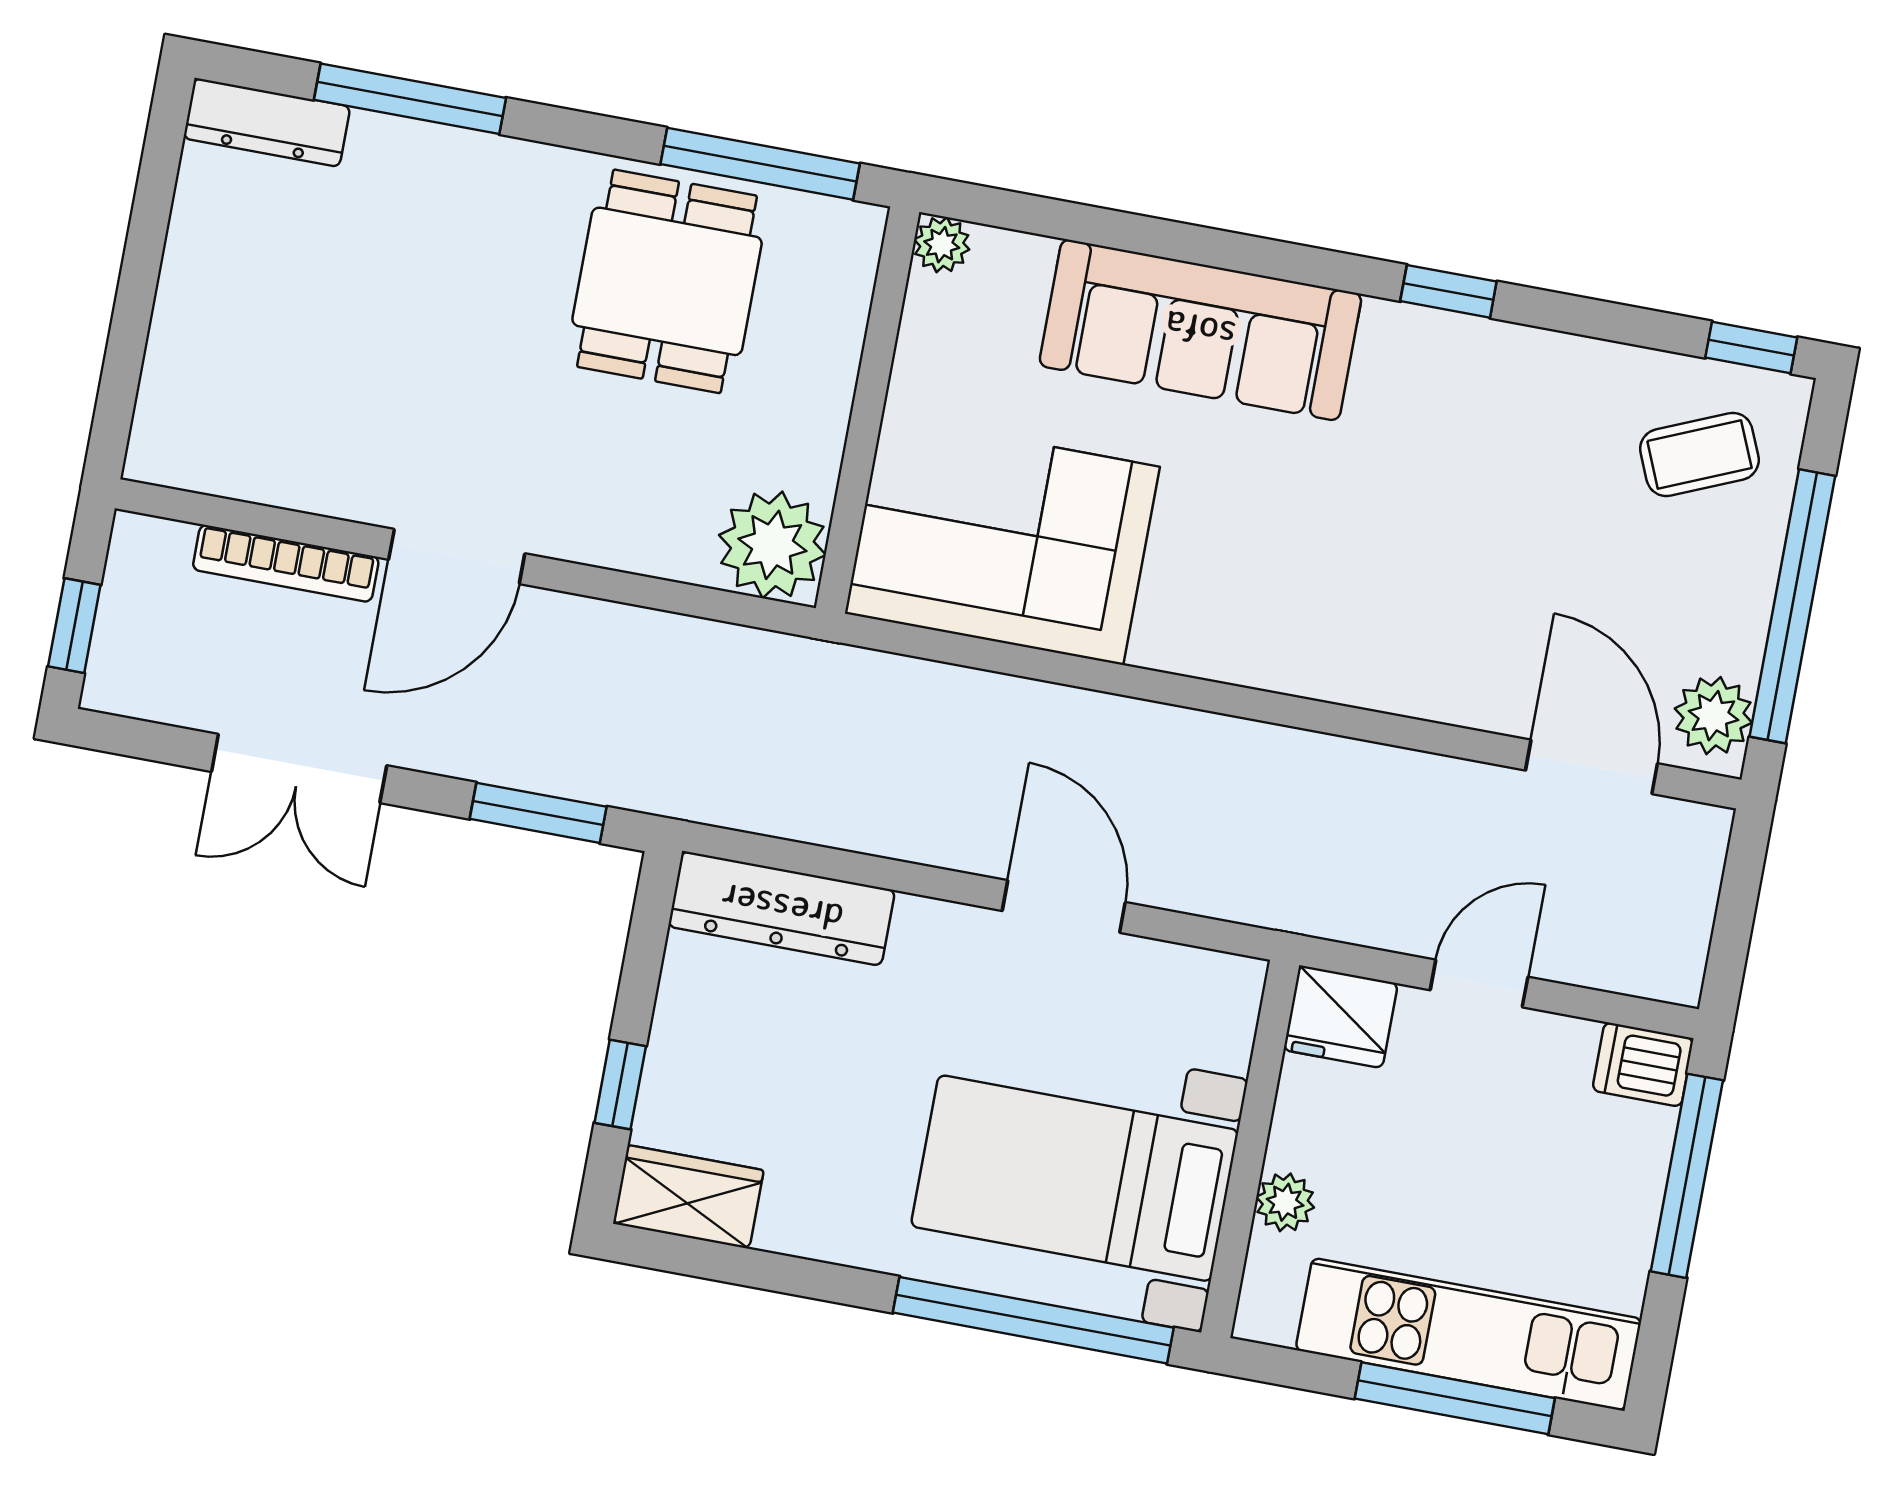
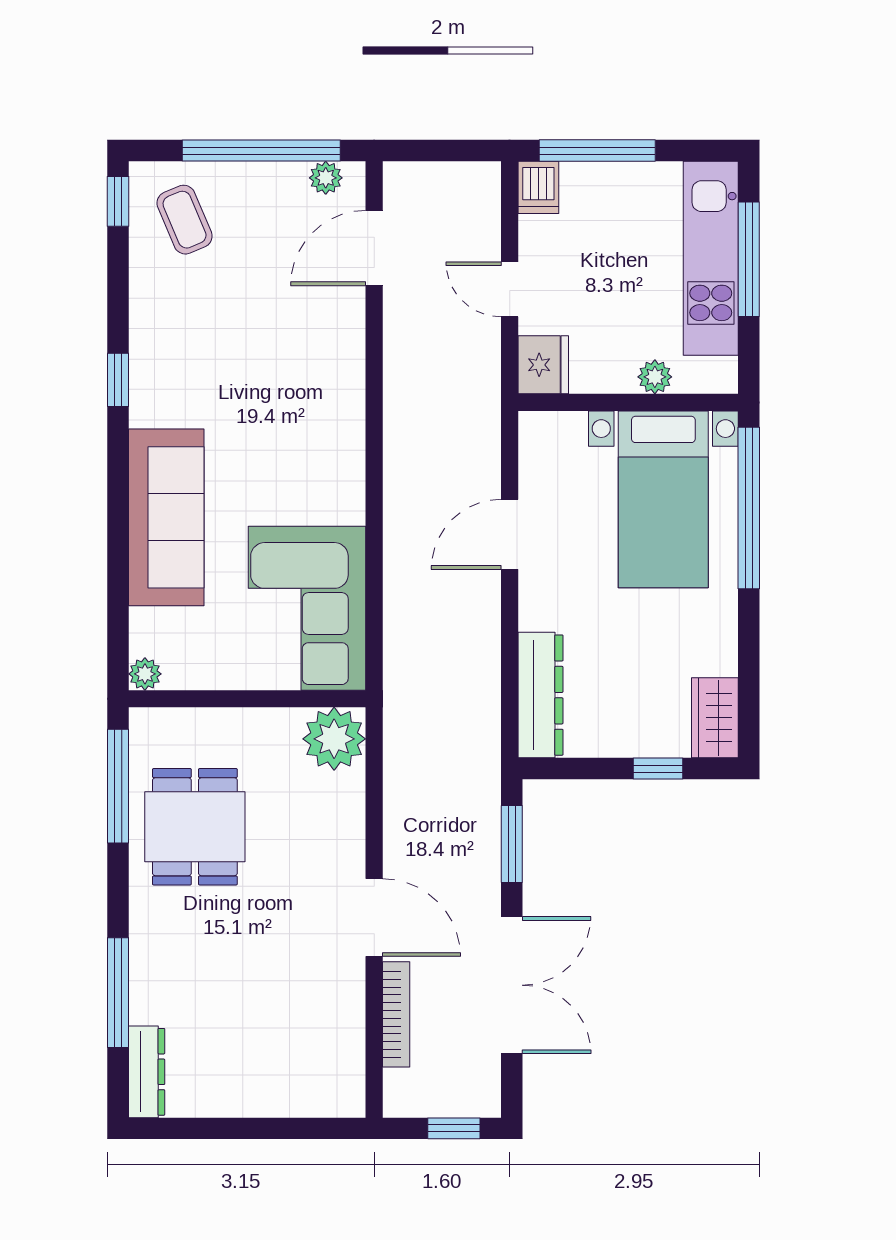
dining table: (667, 281) -> (195, 827), turned 90
plant: (1713, 716) -> (326, 178), width x0.73, depth x0.73
double door: (299, 769) -> (512, 985), width x1.37

